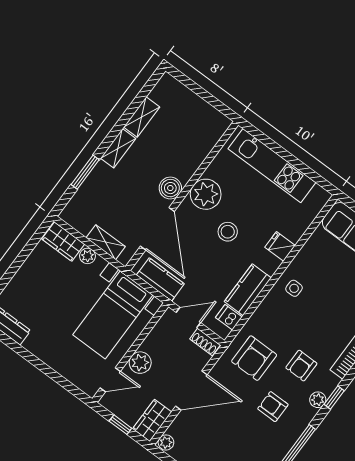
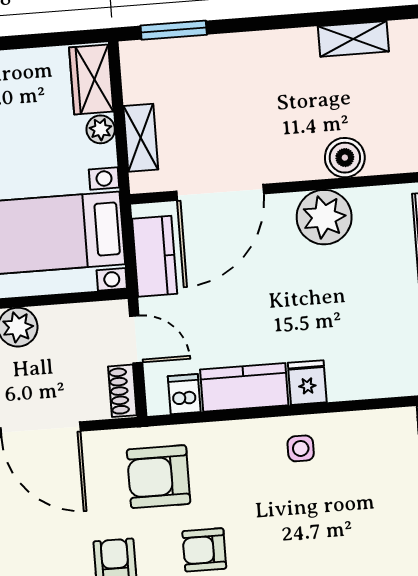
shelving: (118, 148) -> (283, 44), removed
window: (85, 172) -> (174, 30), moved
boiler: (170, 188) -> (345, 158), moved
stool: (228, 232) -> (299, 291), removed
fridge: (280, 246) -> (307, 383), moved

